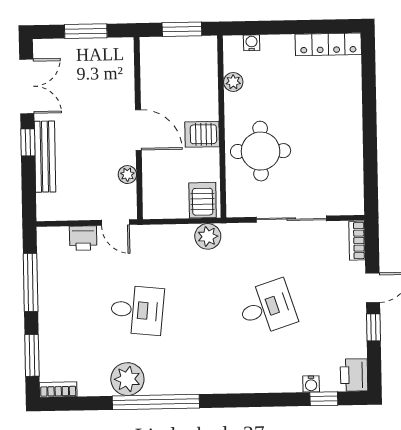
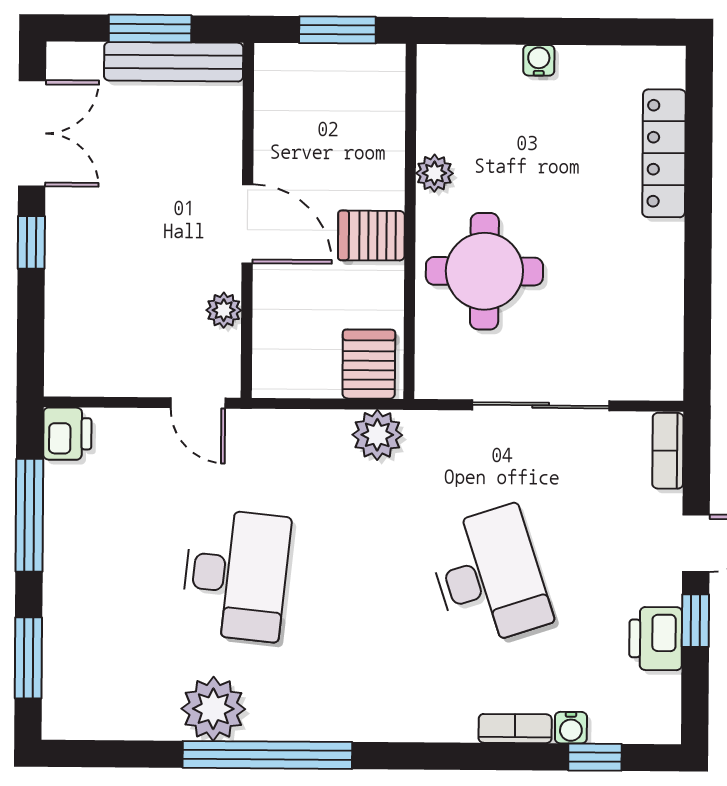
water cooler: (252, 43) -> (539, 60), moved
locker: (328, 44) -> (664, 153), moved, turned 90
plant: (233, 82) -> (434, 173), moved
bench: (45, 157) -> (174, 62), moved, turned 90
printer: (83, 238) -> (67, 434), moved, turned -90
desk: (267, 308) -> (489, 577), width x1.37
desk: (137, 310) -> (236, 575), width x1.37
printer: (354, 375) -> (656, 639), moved
bookcase: (58, 389) -> (515, 729), moved

